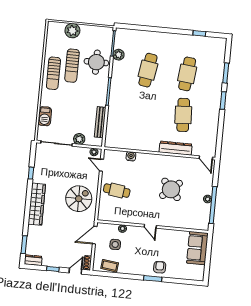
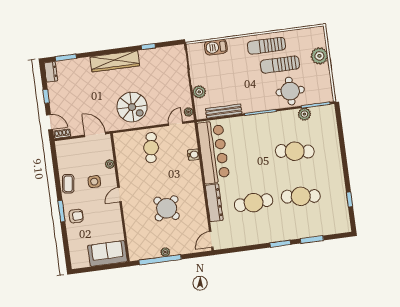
bar counter: (133, 139) -> (213, 152), added
side table: (115, 244) -> (94, 182), moved
coffee table: (110, 266) -> (68, 184), moved

